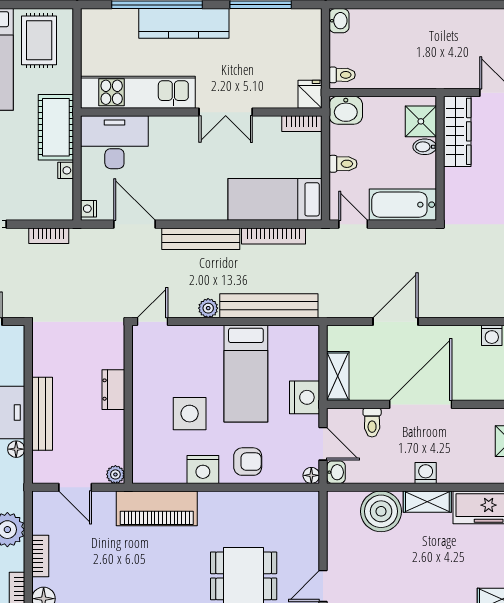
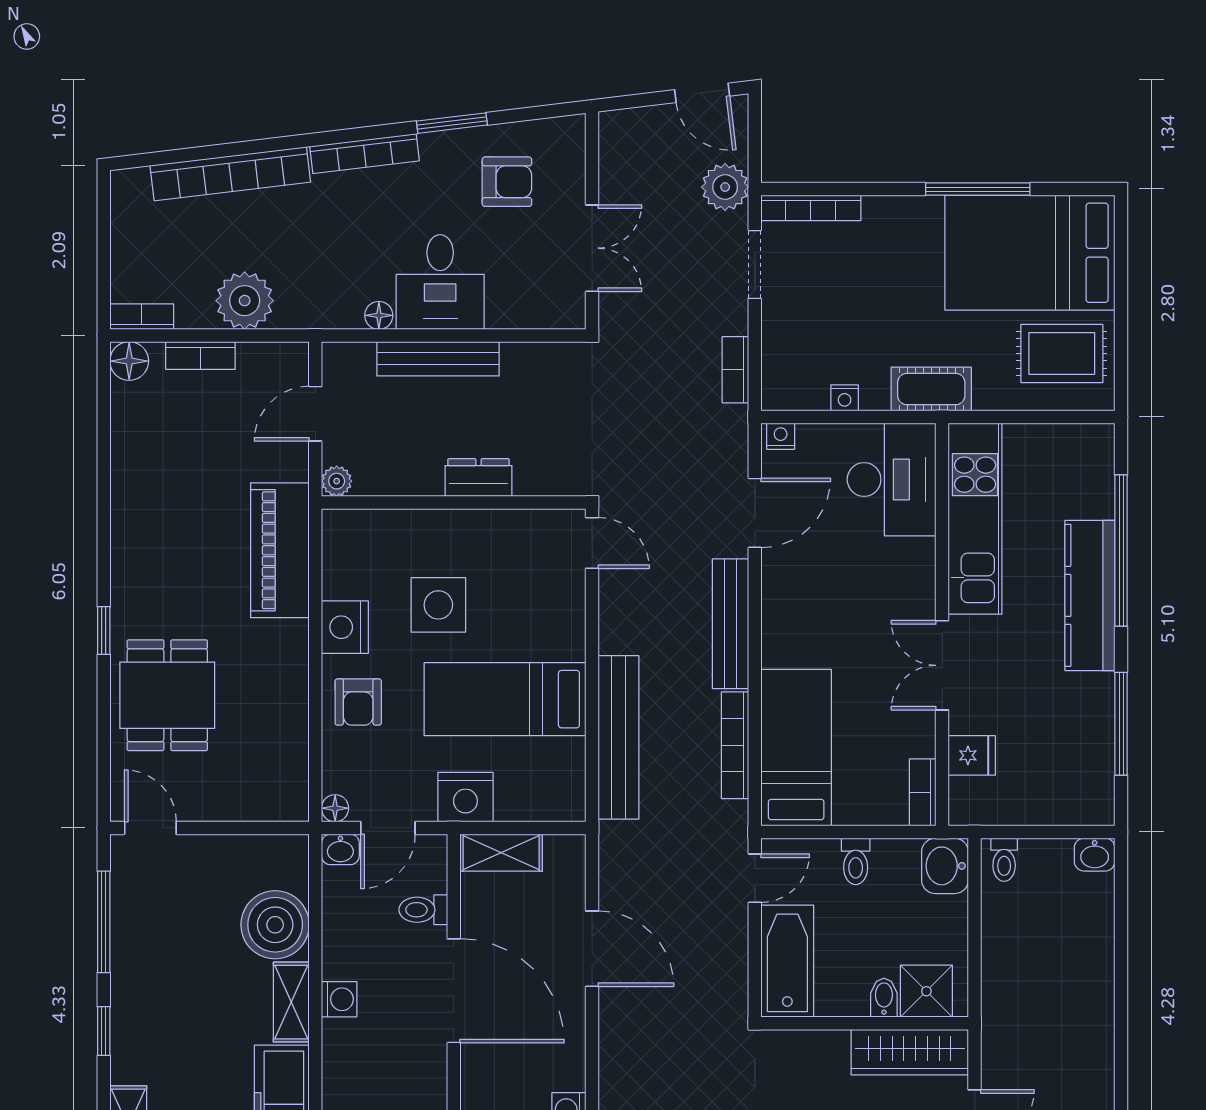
fridge: (310, 94) -> (972, 755), moved
cot: (56, 127) -> (931, 389), width x0.73, depth x0.75
plant: (208, 308) -> (614, 636), removed

